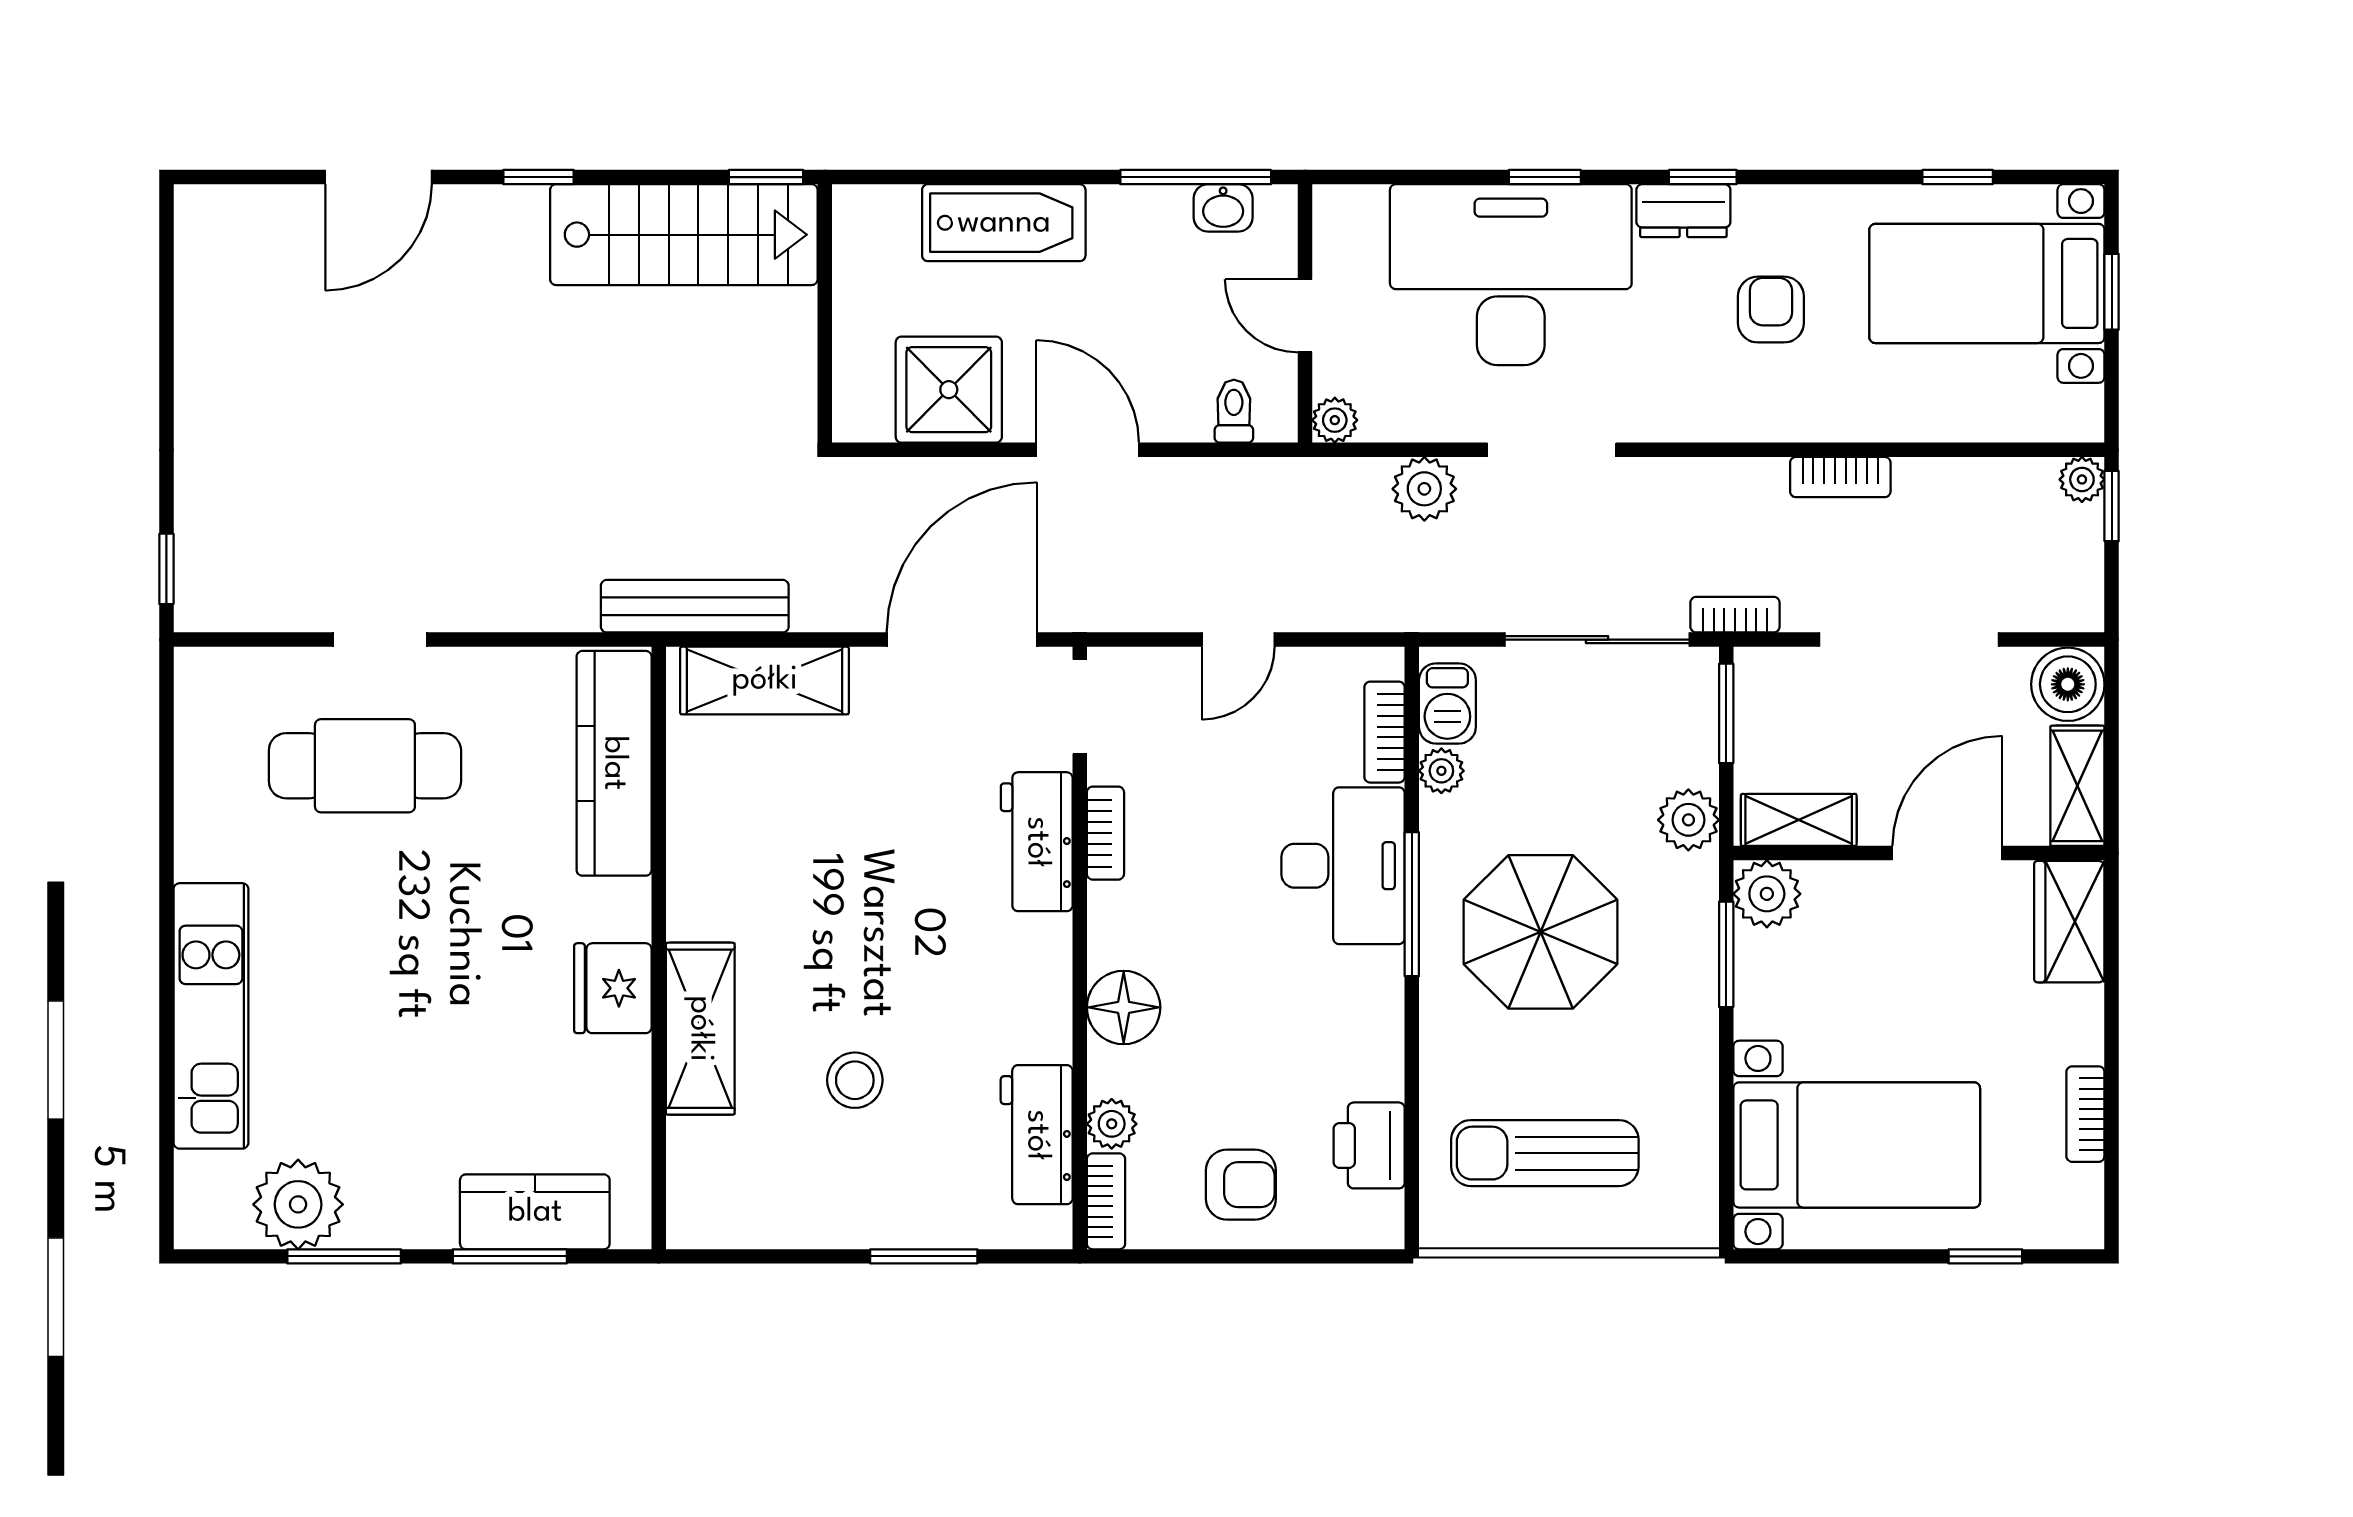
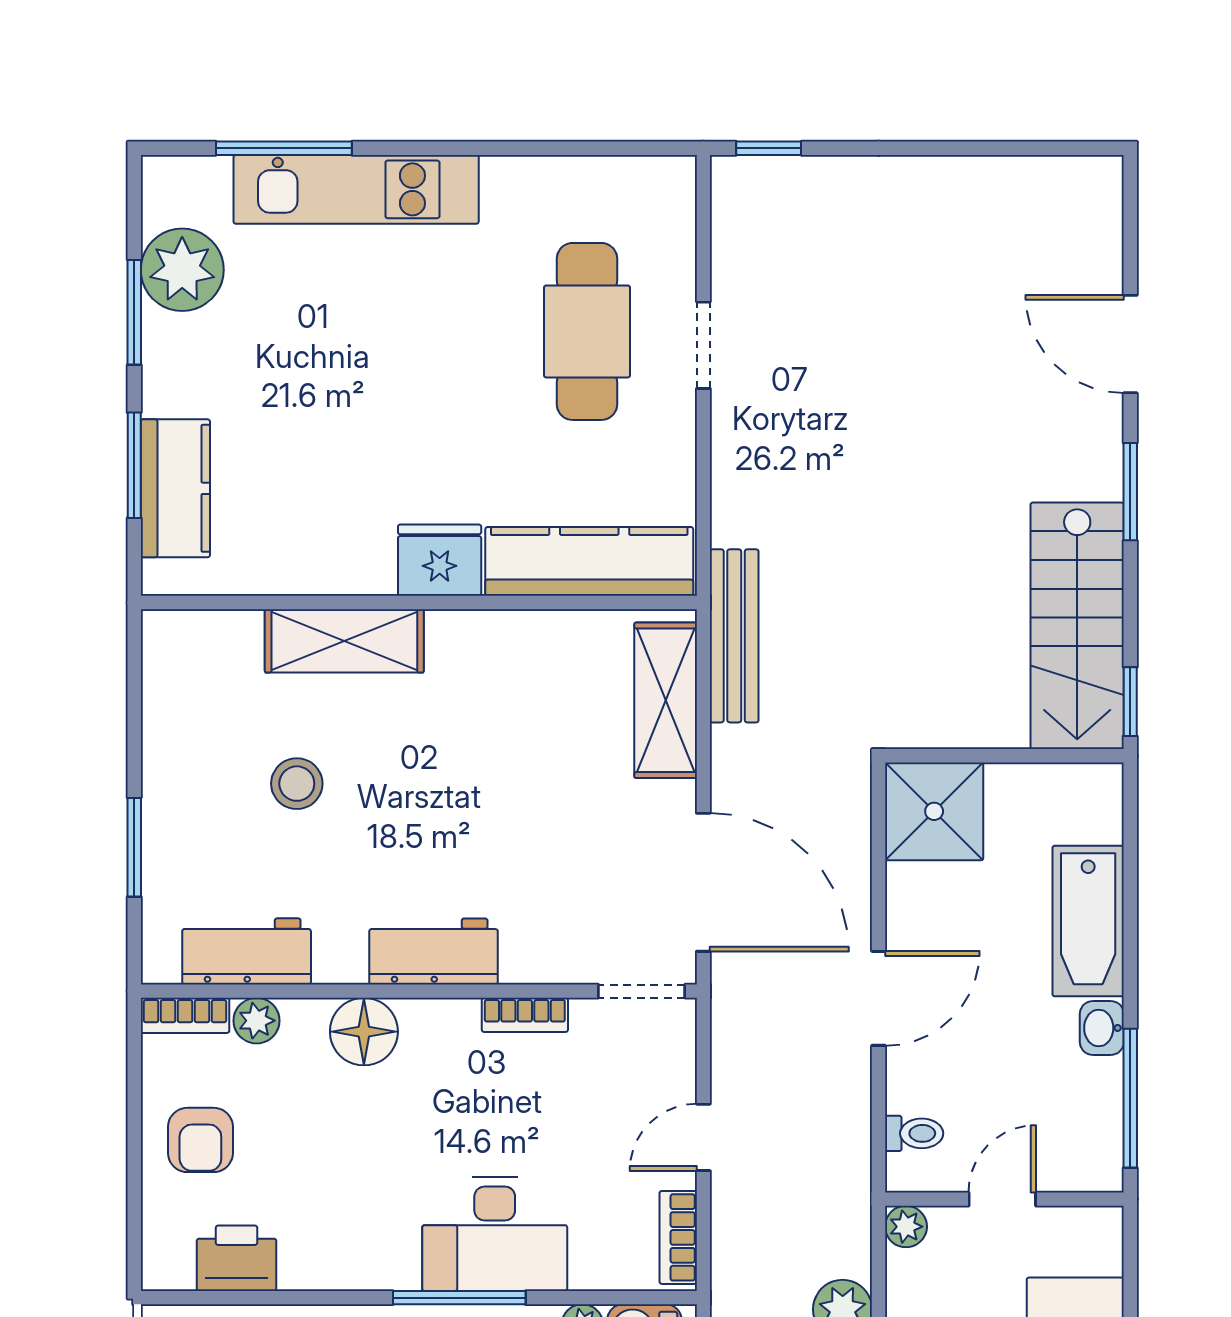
window: (539, 177) -> (1130, 492), width x1.50
washbasin: (1223, 208) -> (1102, 1028), moved
shower: (949, 390) -> (934, 811), moved
door: (1238, 640) -> (703, 1137), hinge flipped
bookcase: (1385, 732) -> (678, 1237), moved, turned -90
workbench: (1037, 842) -> (434, 951), moved
fridge: (613, 988) -> (440, 560), moved
window: (166, 1094) -> (284, 148), added

